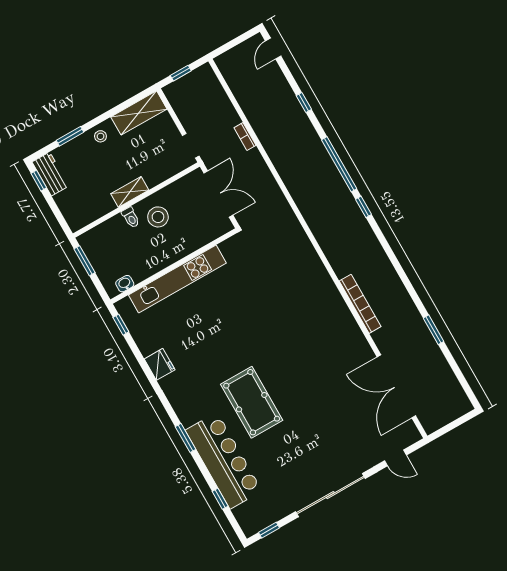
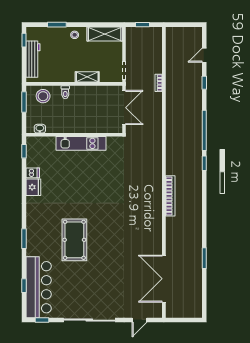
door: (273, 49) -> (204, 55), moved
workbench: (51, 174) -> (33, 59), moved, width x1.38
shelving: (130, 192) -> (87, 77), moved
stool: (158, 217) -> (43, 96), moved
kitchen unit: (177, 279) -> (81, 143), width x0.73
bookcase: (360, 304) -> (170, 196), moved
dishwasher: (148, 346) -> (33, 173), added
door: (395, 458) -> (140, 320), hinge flipped
bar counter: (224, 461) -> (39, 287), moved

